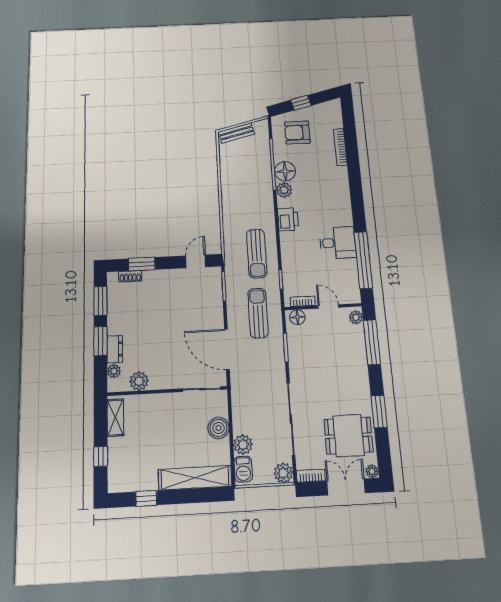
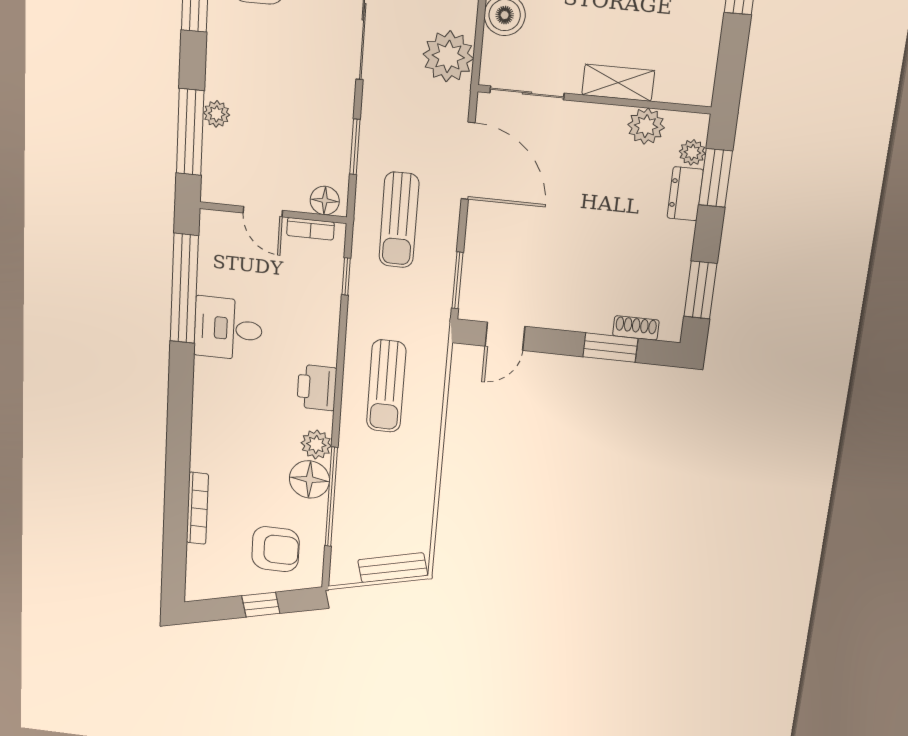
sun lounger: (257, 254) -> (386, 386), moved, turned 180
plant: (356, 317) -> (217, 114), moved
window: (100, 341) -> (716, 178), moved
plant: (244, 402) -> (448, 56), added
shelving: (115, 418) -> (618, 83), moved, turned 90

